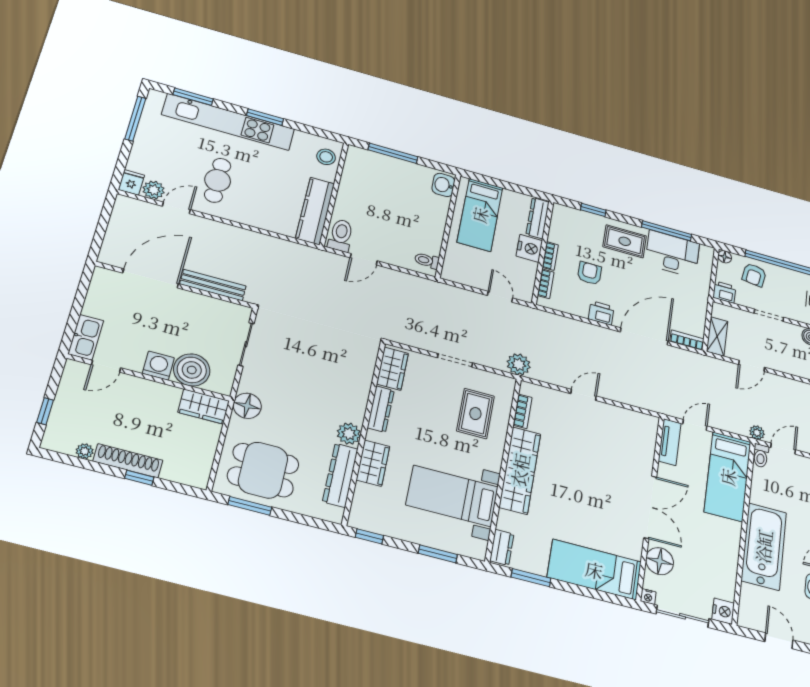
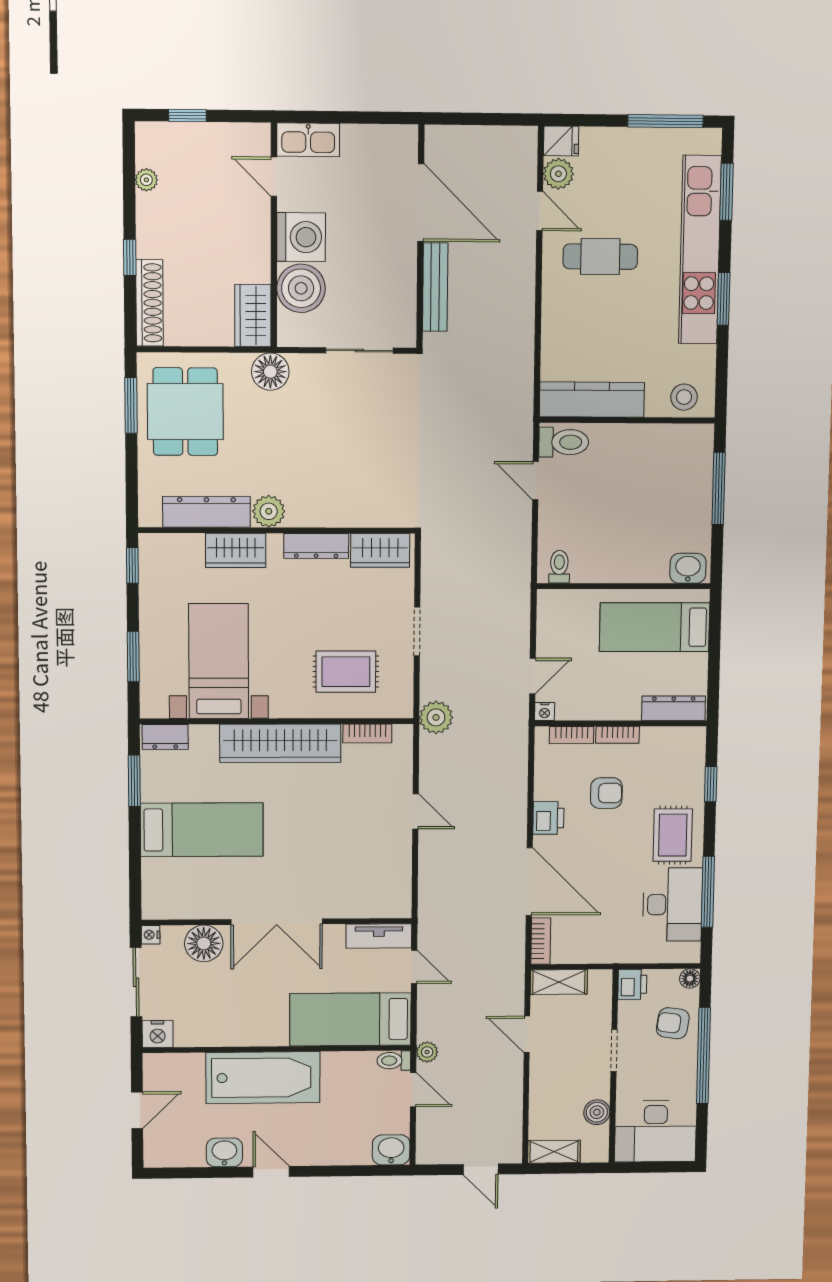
nightstand: (529, 248) -> (545, 712), moved, width x0.53, depth x0.56
washing machine: (158, 366) -> (301, 237), width x1.37, depth x1.37
shoe rack: (128, 461) -> (149, 303), moved
bed: (594, 570) -> (202, 830), moved, turned 90

